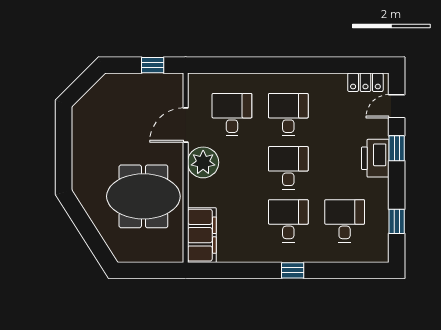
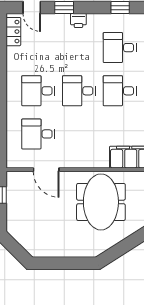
printer: (375, 158) -> (78, 21), width x0.53, depth x0.68
plant: (203, 162) -> (75, 156), removed

